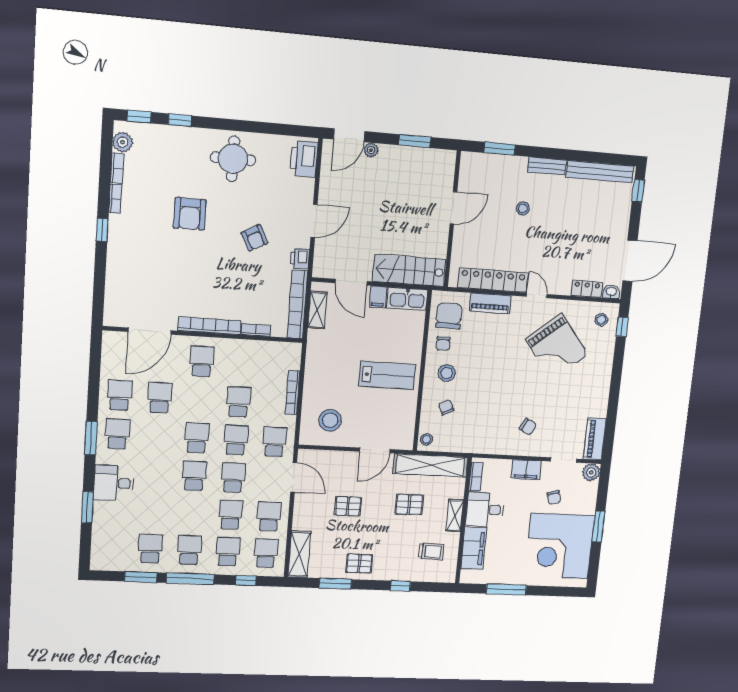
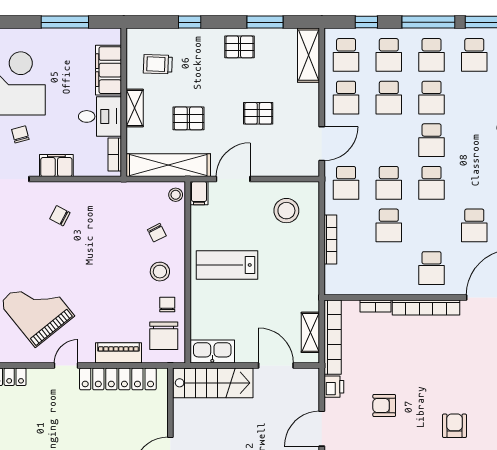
armchair: (190, 214) -> (455, 426), width x0.72, depth x0.72
armchair: (255, 238) -> (384, 406), turned -62
door: (537, 295) -> (66, 365), swing flipped
filing cabinet: (378, 297) -> (199, 193), moved, turned 180
door: (294, 477) -> (322, 144), swing flipped
school desk: (233, 478) -> (432, 98), moved

